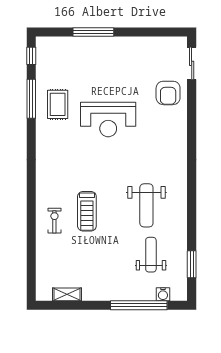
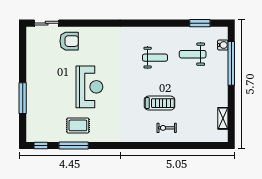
weight bench: (146, 205) -> (155, 58), width x0.73, depth x0.75

